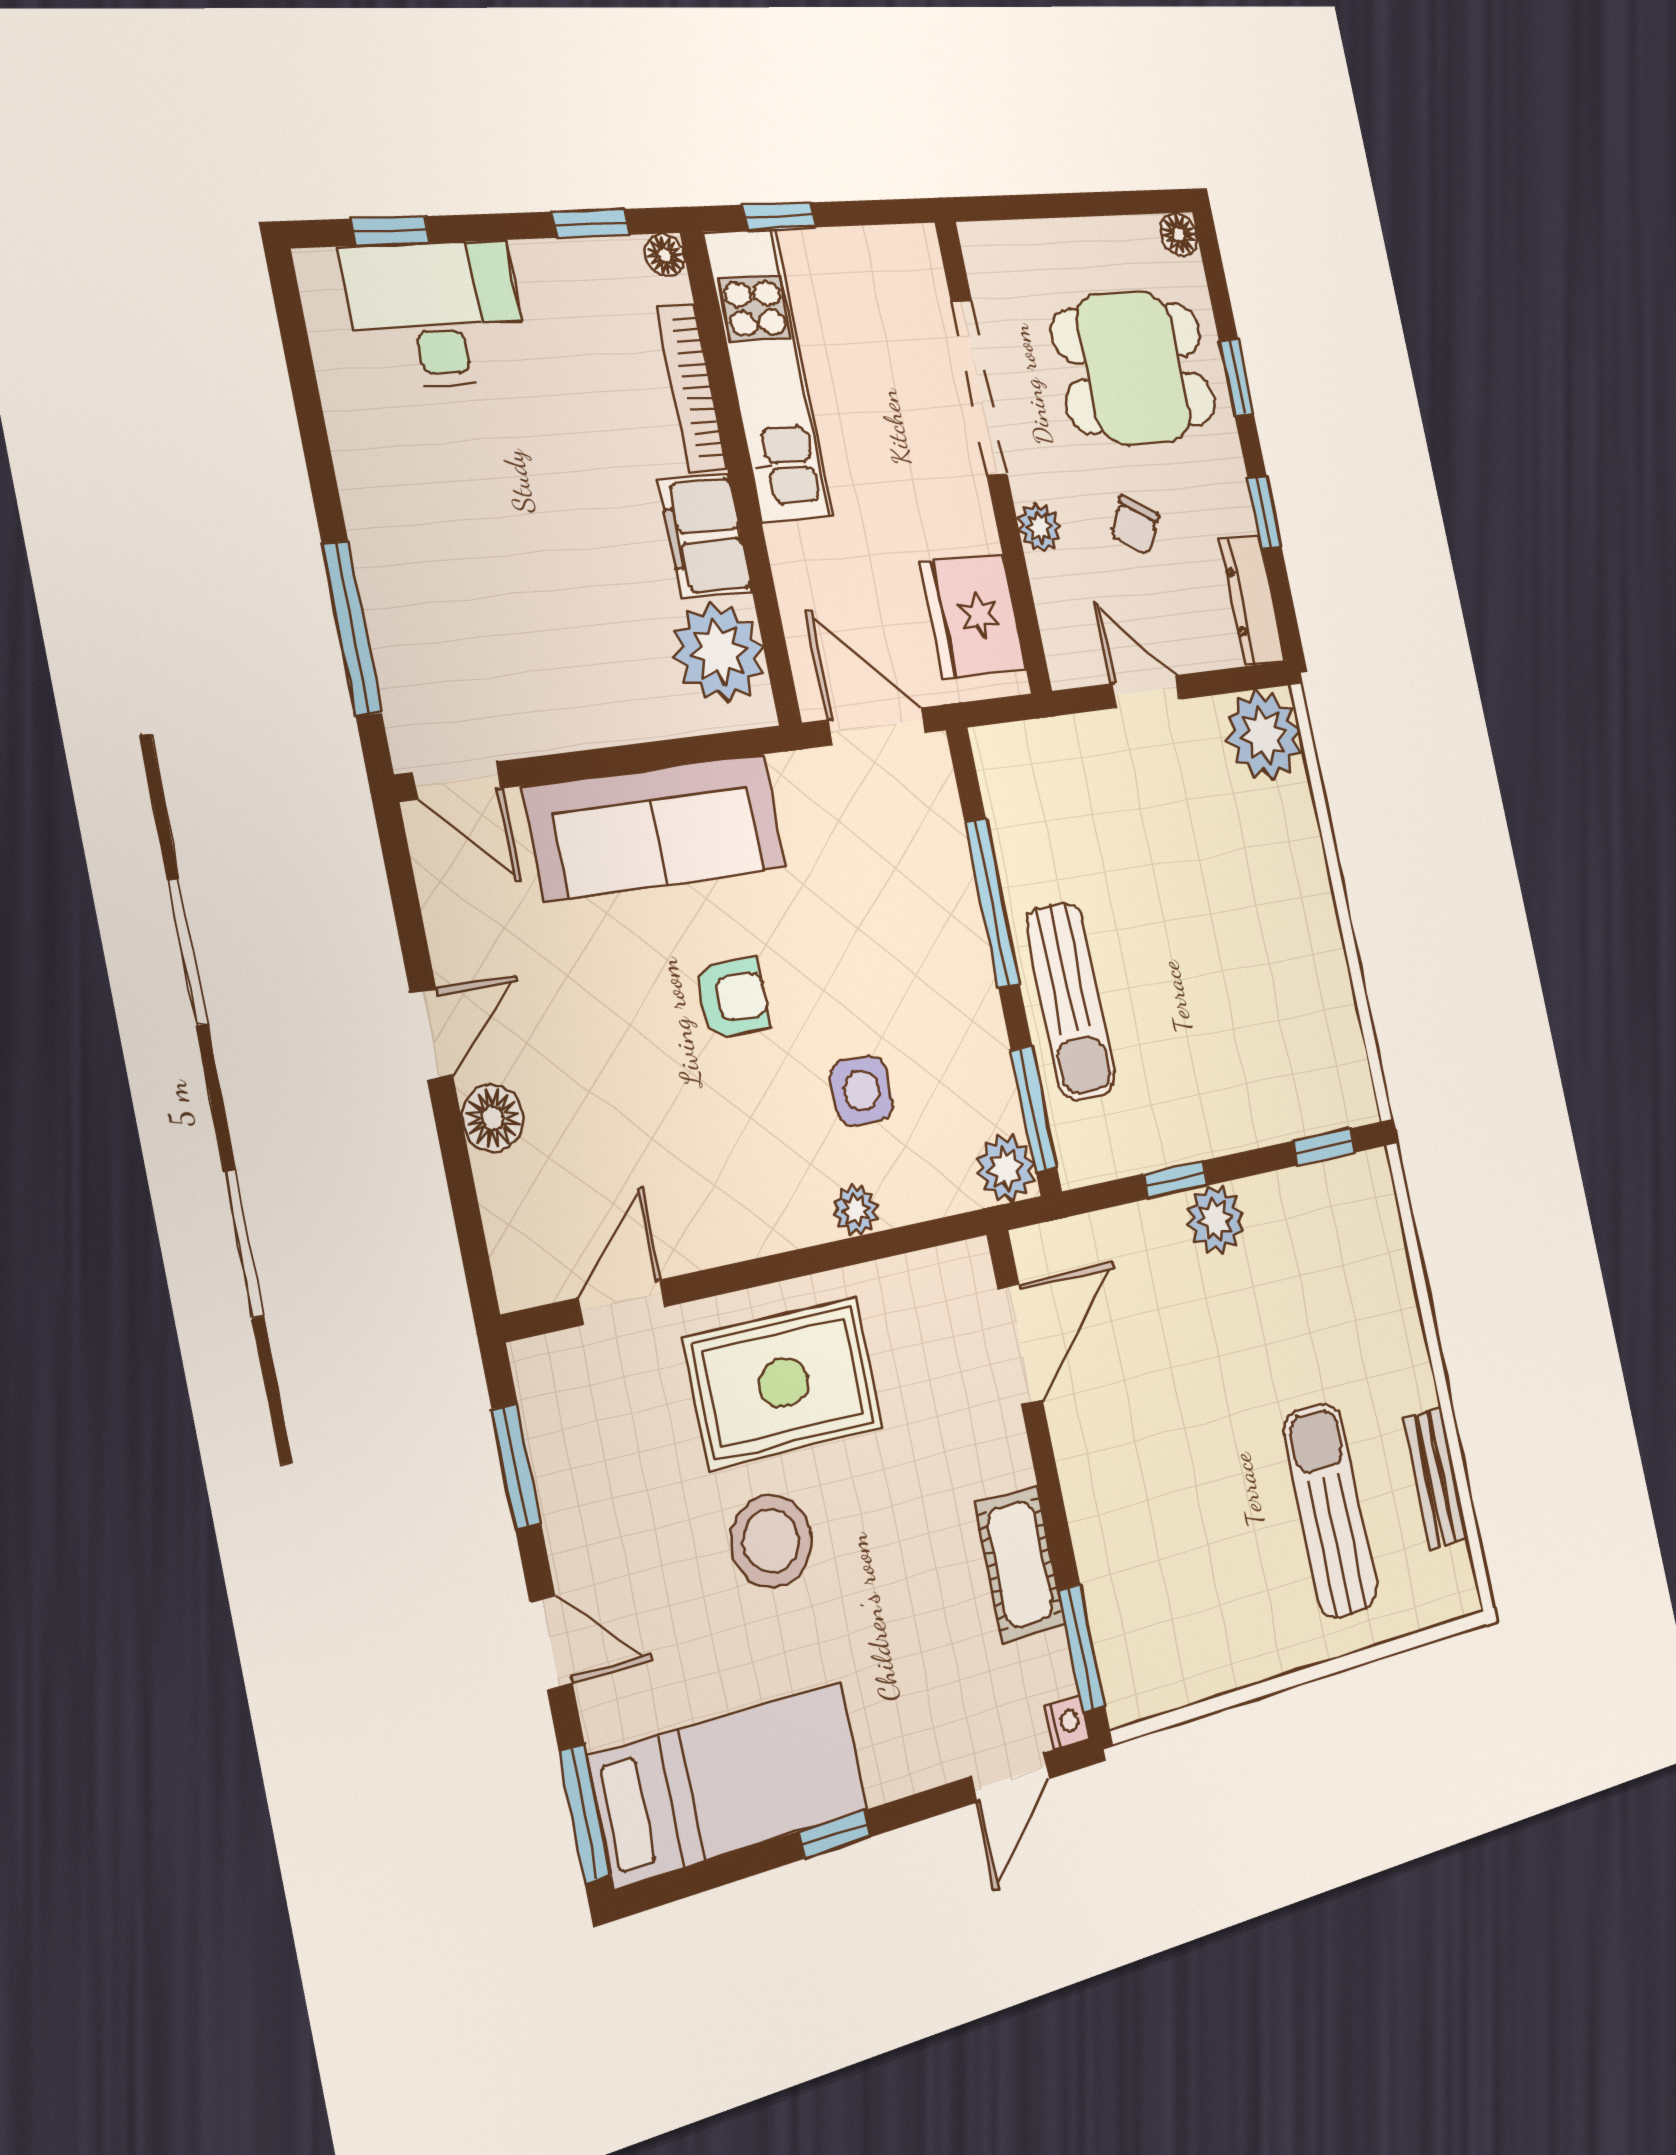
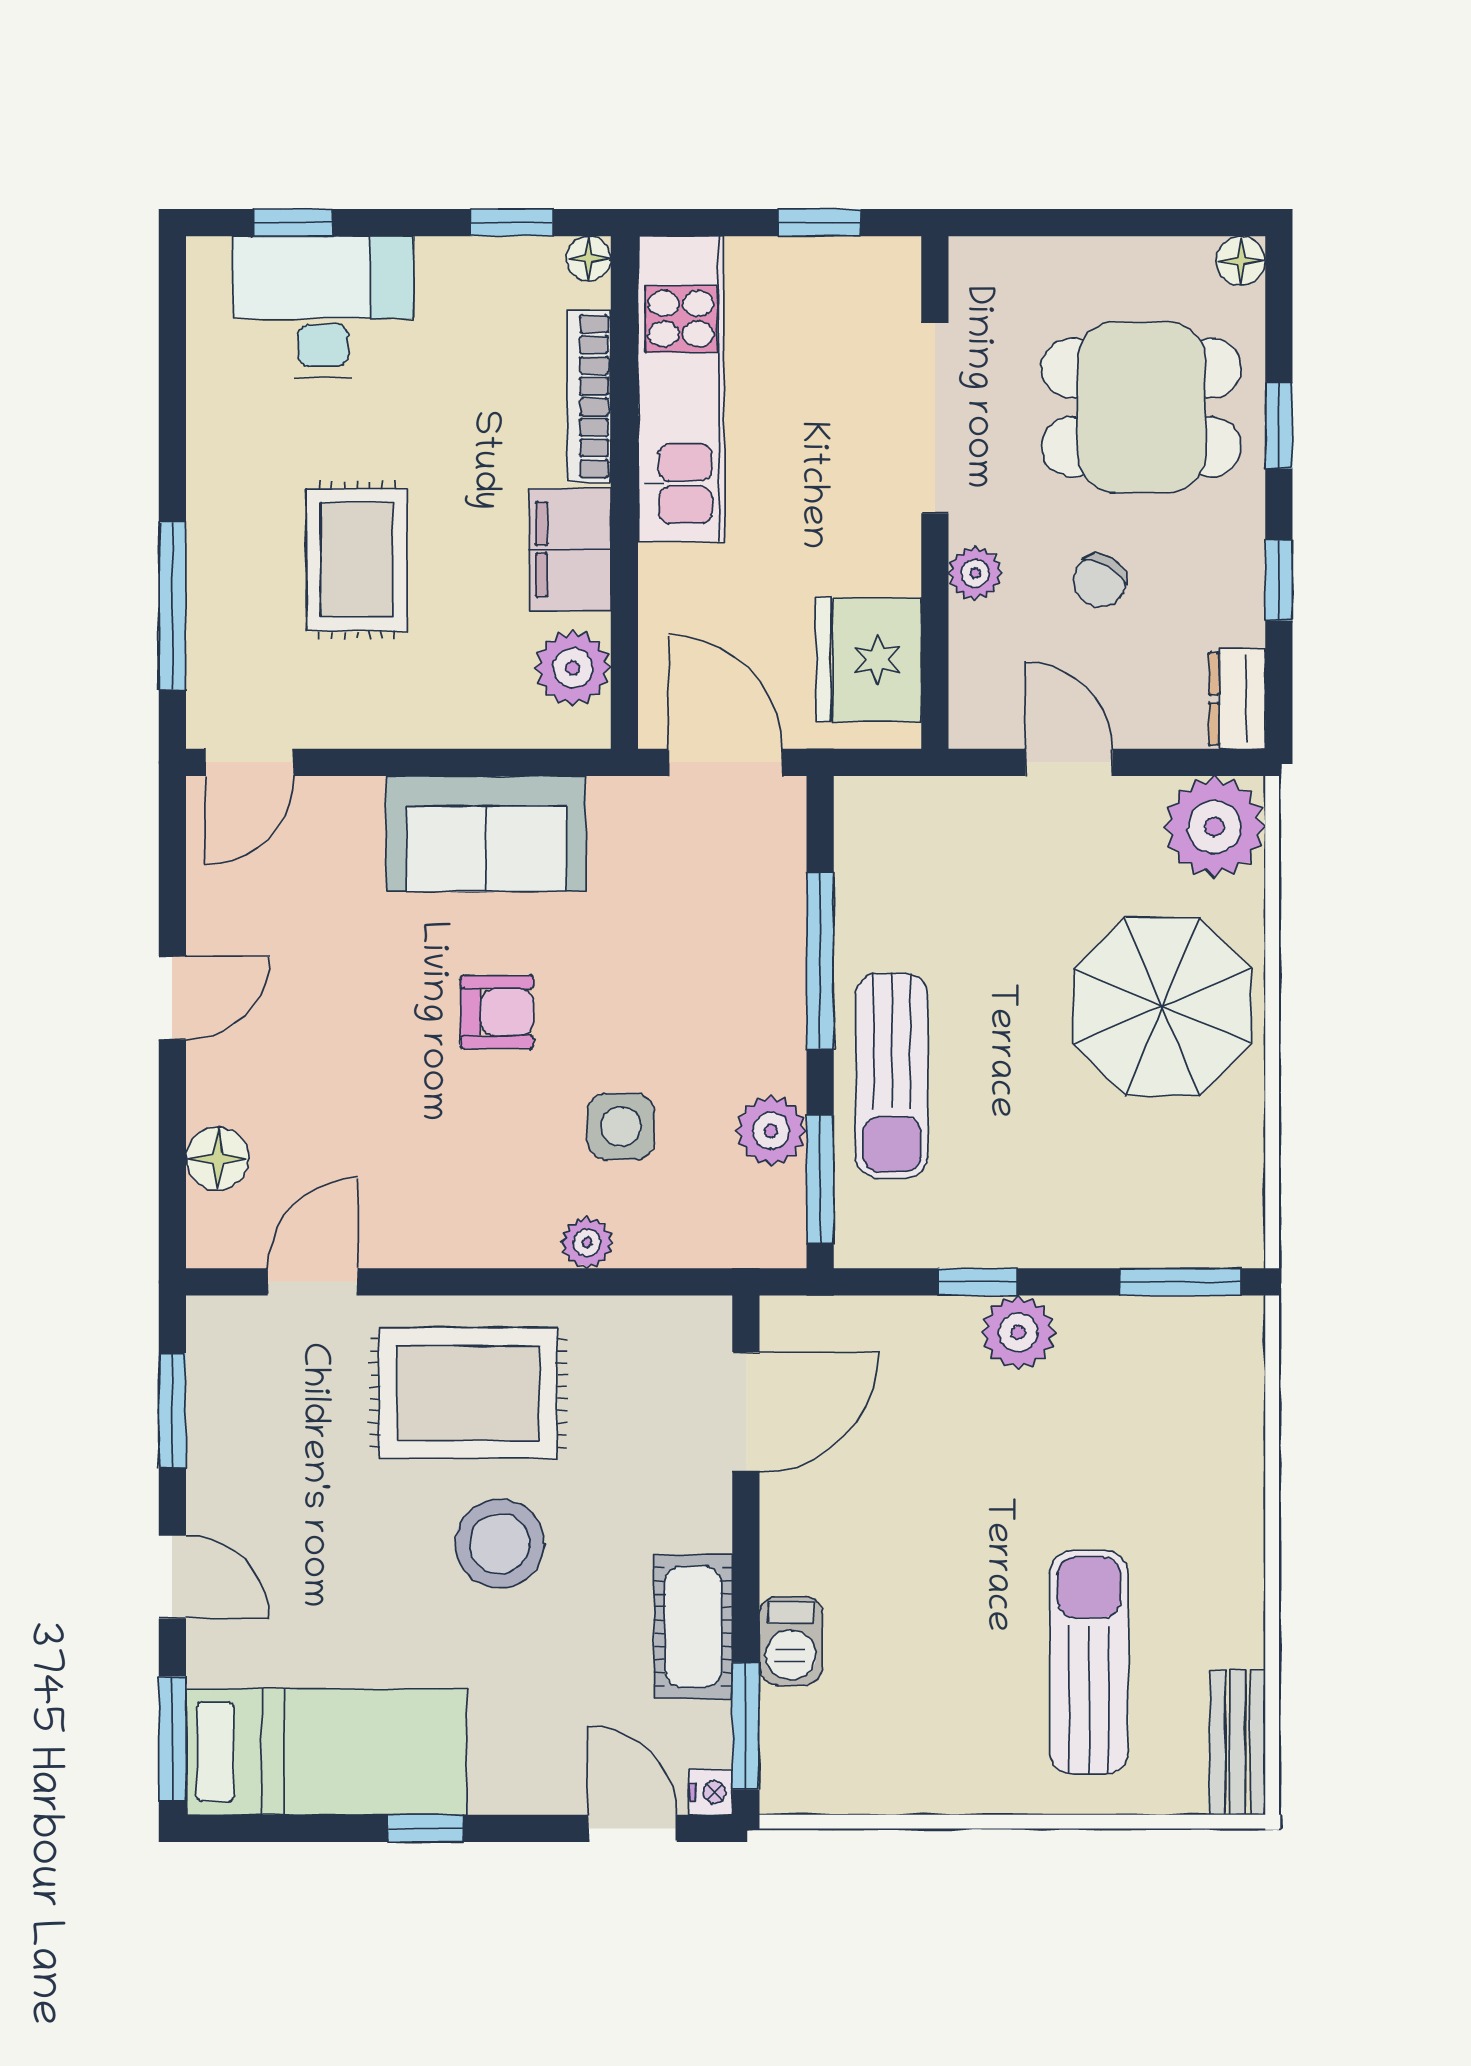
window: (779, 216) -> (819, 223), moved
rug: (517, 564) -> (357, 560), added
dresser: (1253, 600) -> (1237, 699), width x0.70
plant: (719, 652) -> (573, 668), width x0.73, depth x0.73
door: (458, 780) -> (249, 762), hinge flipped
sofa: (656, 827) -> (486, 834), width x0.73
parasol: (1260, 901) -> (1162, 1006), added
floor lamp: (493, 1118) -> (218, 1158), moved
window: (1324, 1147) -> (1180, 1282), width x1.50
plant: (1006, 1168) -> (771, 1131), moved
bench: (1436, 1478) -> (1238, 1742), moved
stool: (771, 1541) -> (500, 1544), moved
barbecue: (1101, 1555) -> (791, 1641), added
door: (1010, 1778) -> (632, 1828), swing flipped

